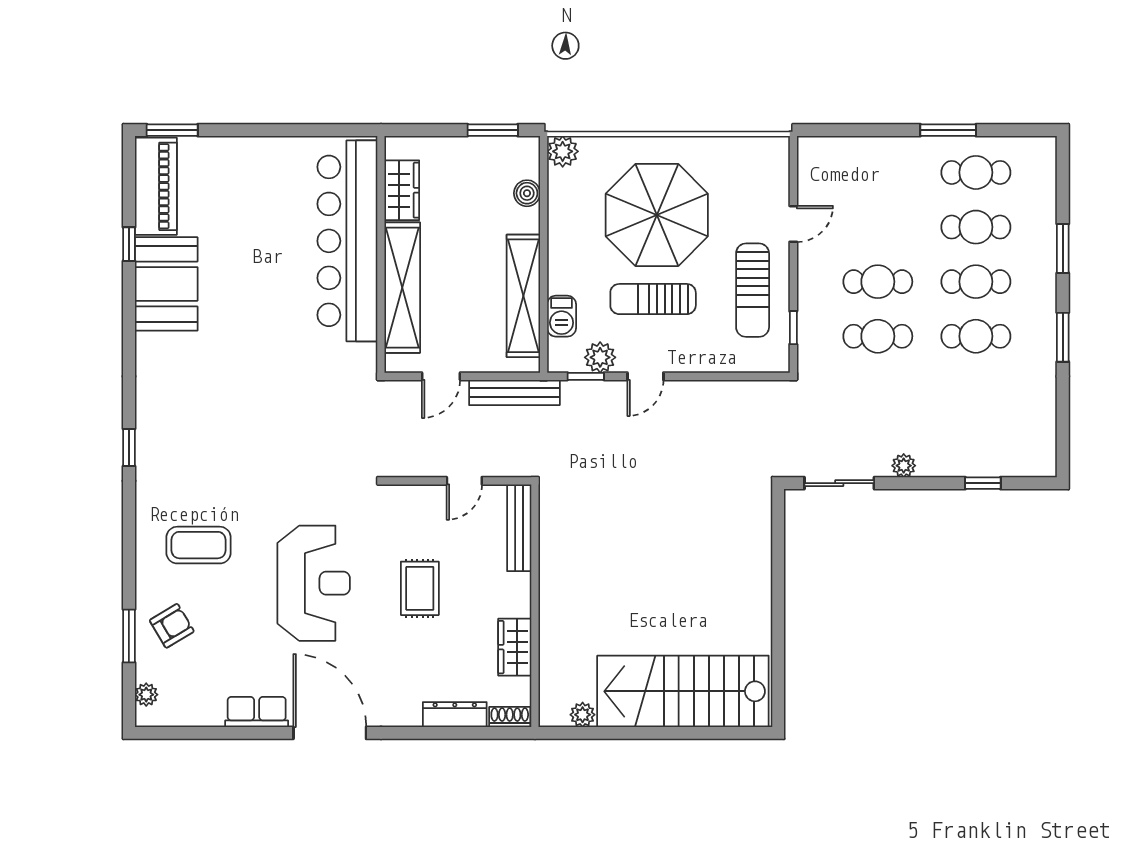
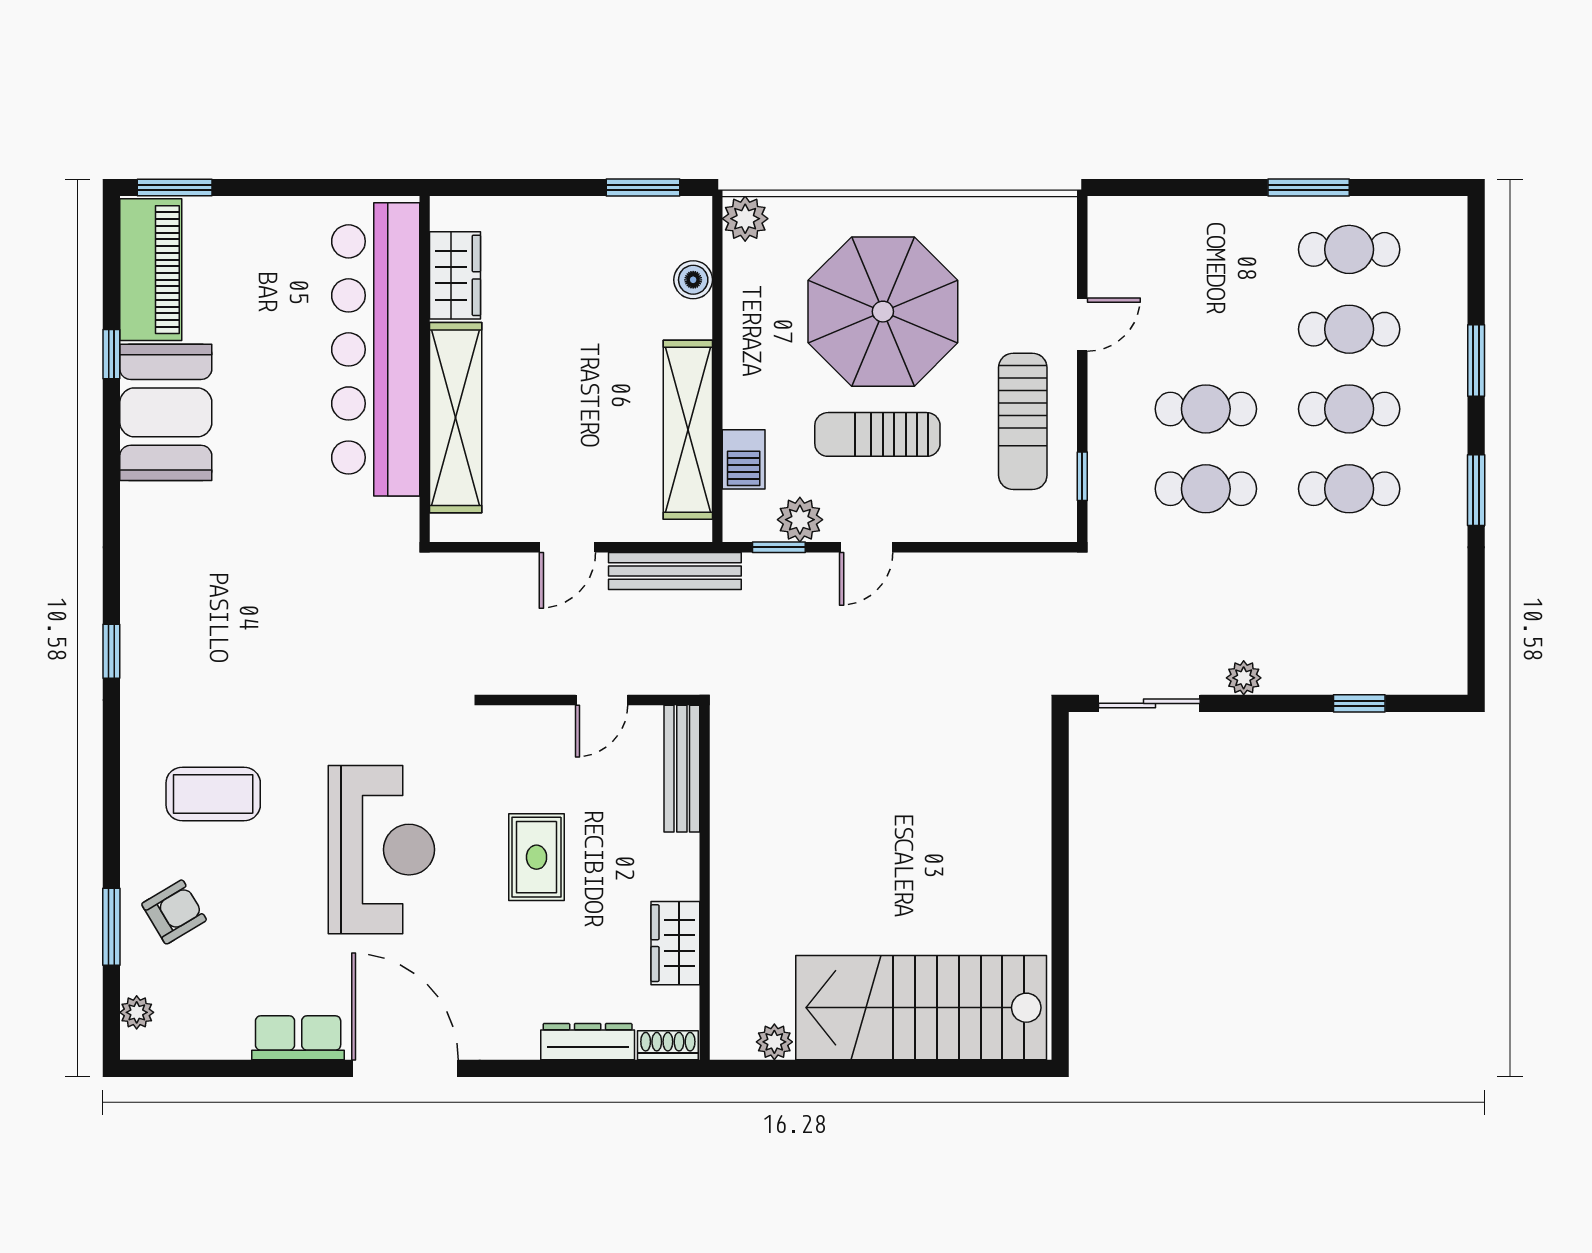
wardrobe: (402, 190) -> (455, 275), moved
bar counter: (347, 241) -> (376, 349), moved
wall: (381, 254) -> (425, 369), moved
shelving: (402, 288) -> (456, 418), moved

